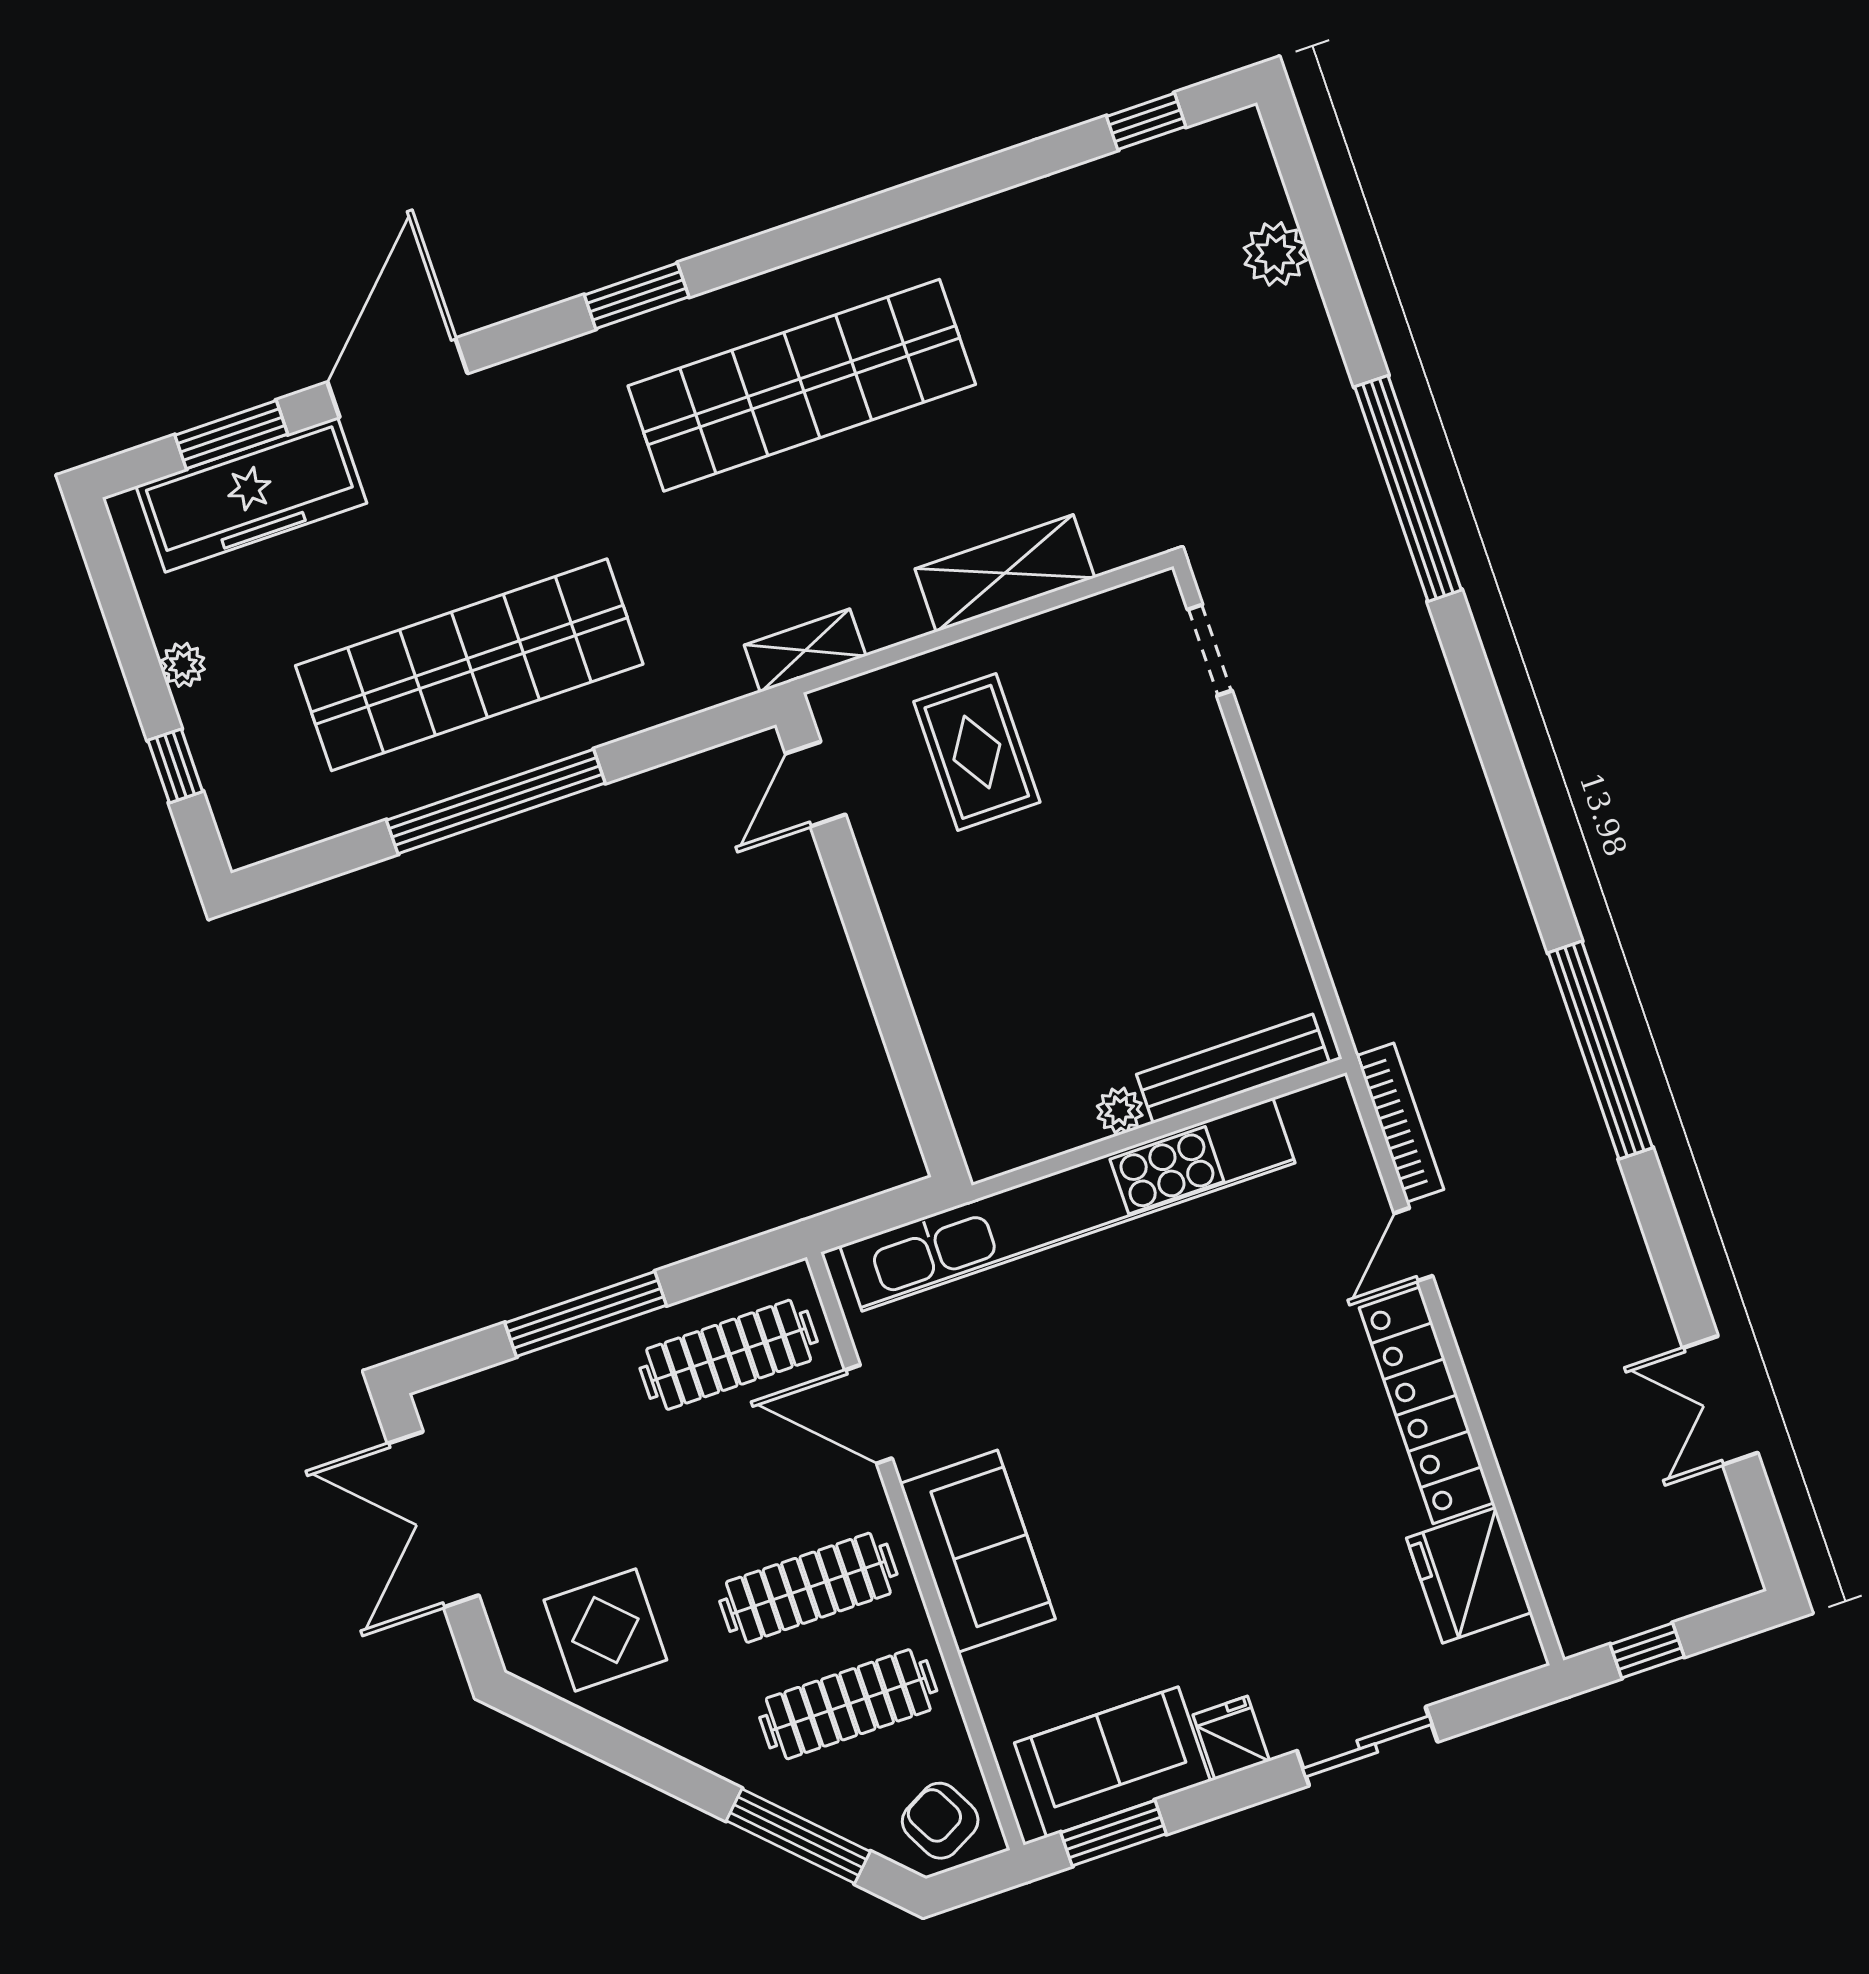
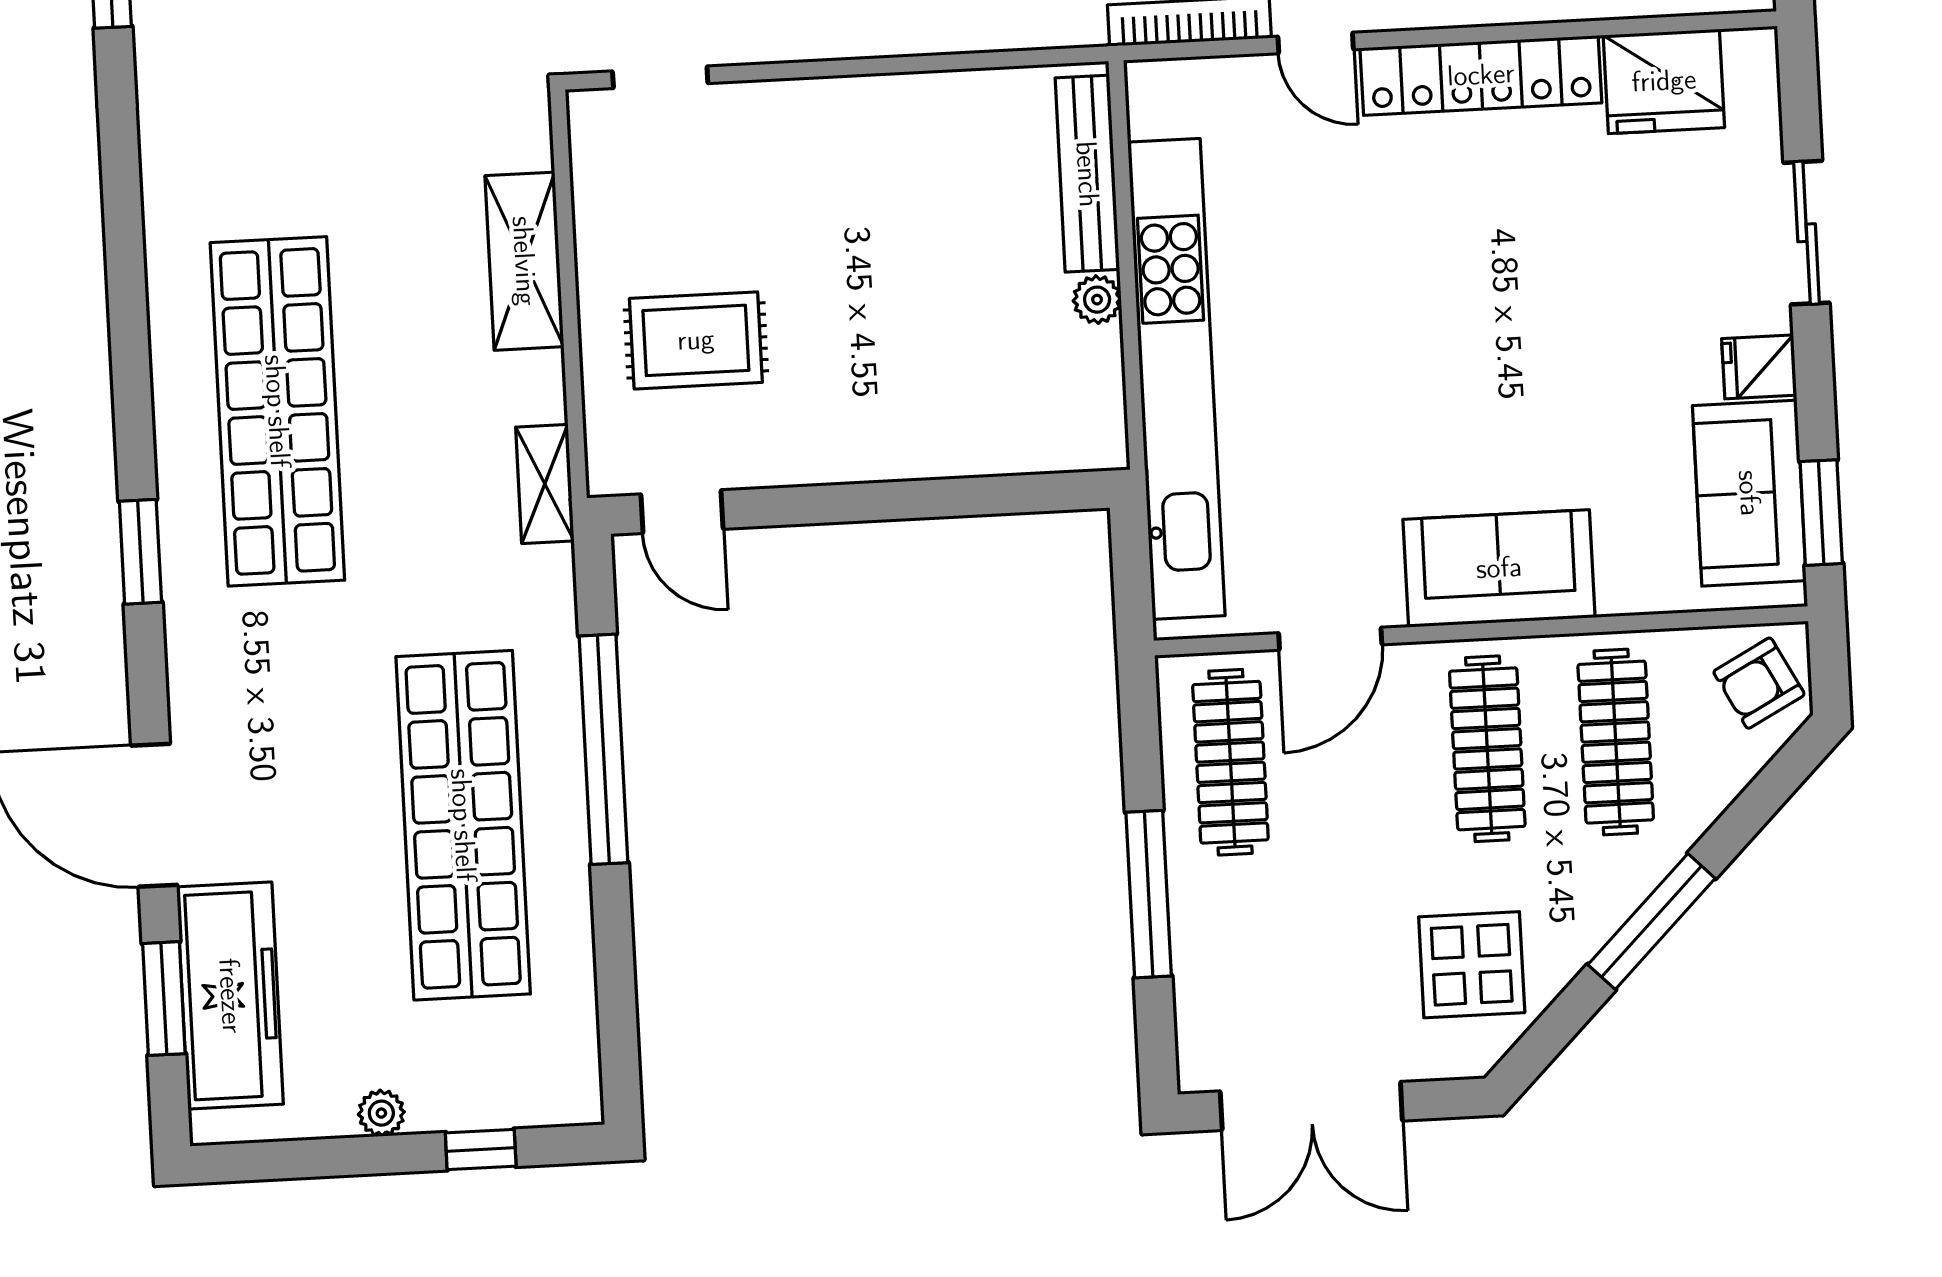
window: (496, 802) -> (603, 749), moved
window: (798, 1836) -> (1652, 922), moved

